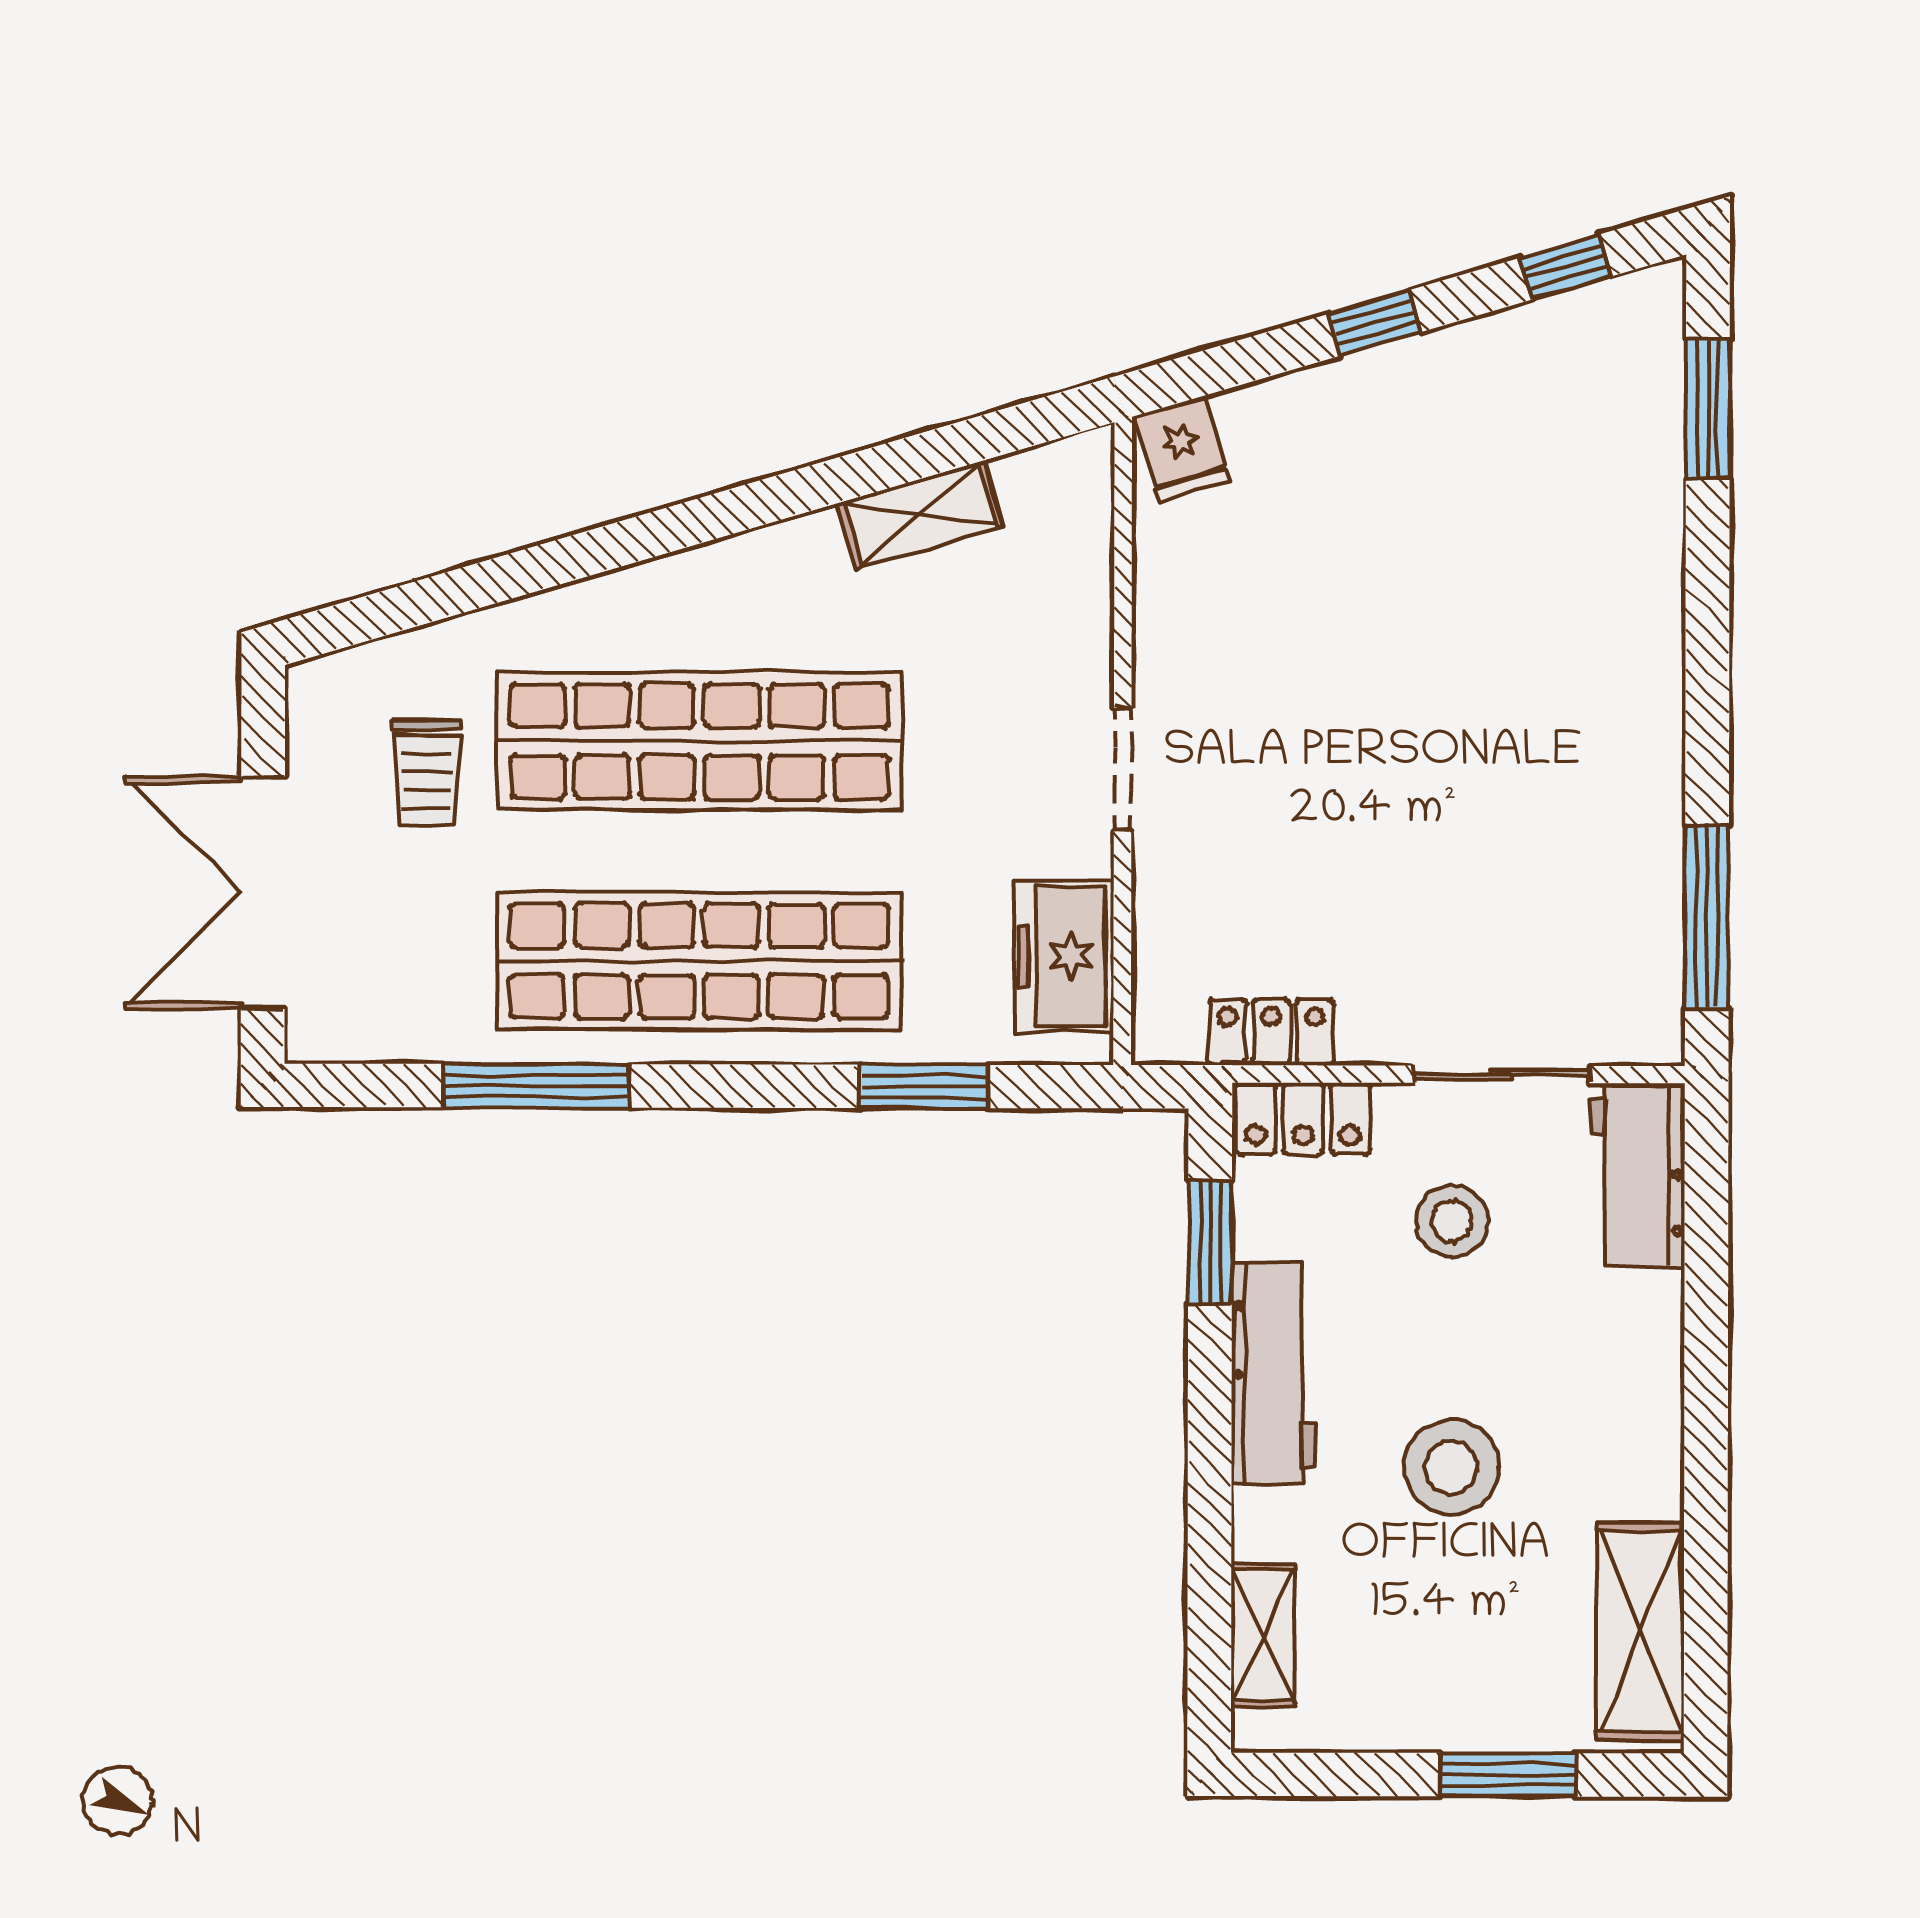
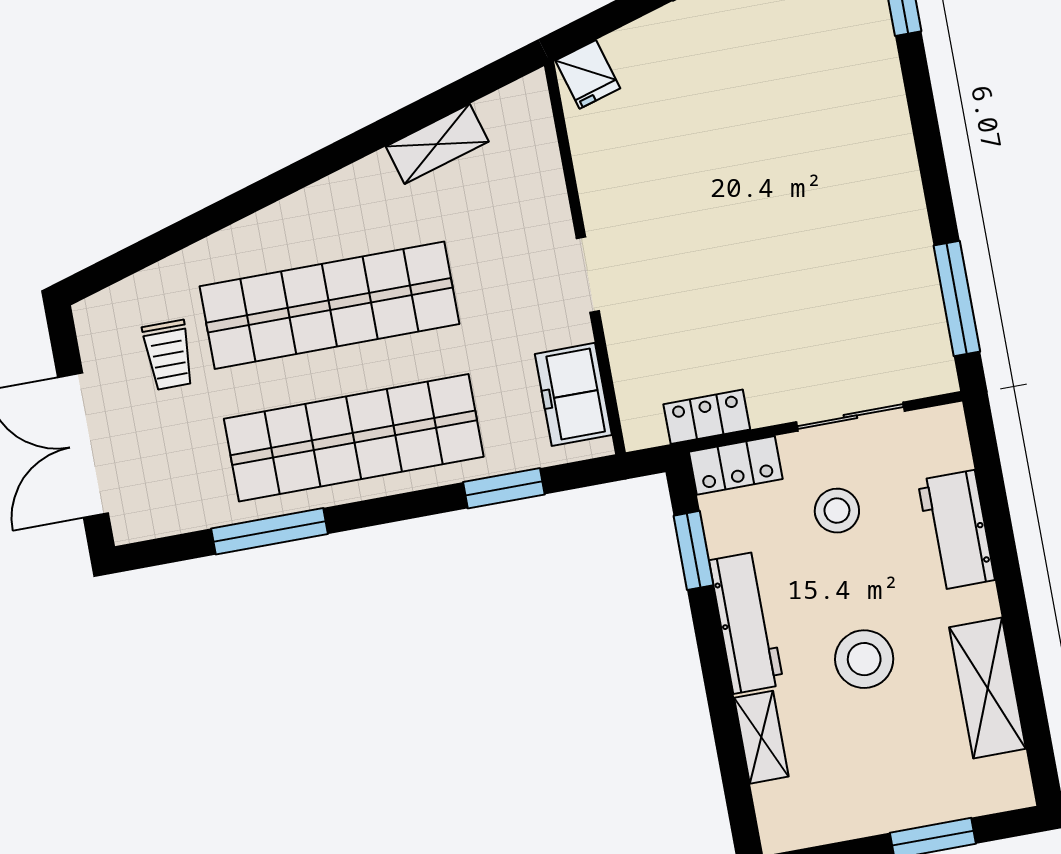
workbench: (1637, 1175) -> (956, 530), moved
shelving: (1640, 1631) -> (988, 688), moved
shelving: (1263, 1635) -> (761, 737), moved

